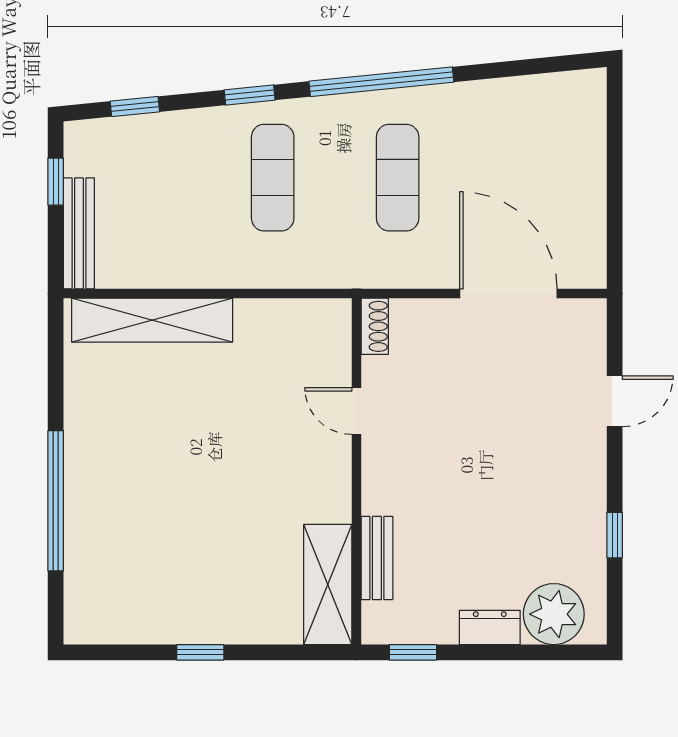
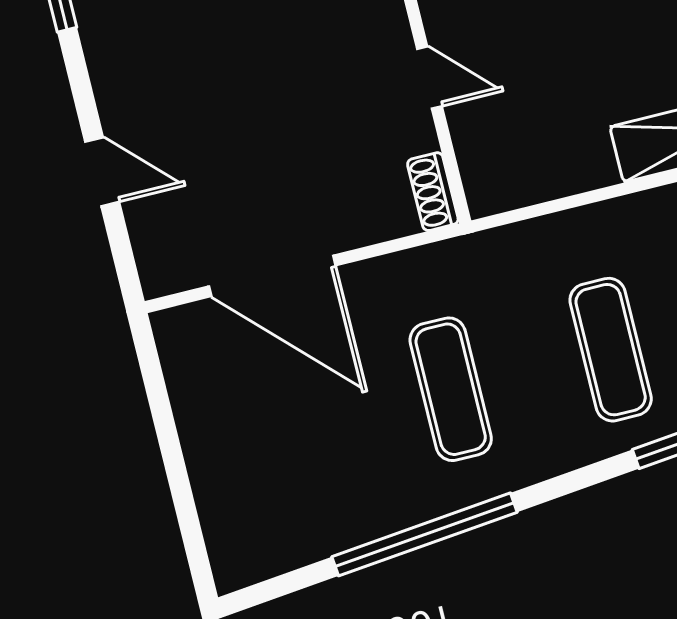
window: (381, 82) -> (424, 534), moved
door: (615, 401) -> (102, 172), swing flipped

